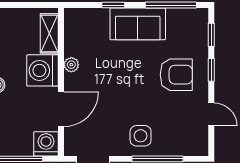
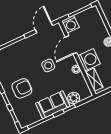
plant: (98, 19) -> (74, 98), added
armchair: (176, 75) -> (22, 88), turned 180
side table: (141, 136) -> (48, 65), moved

